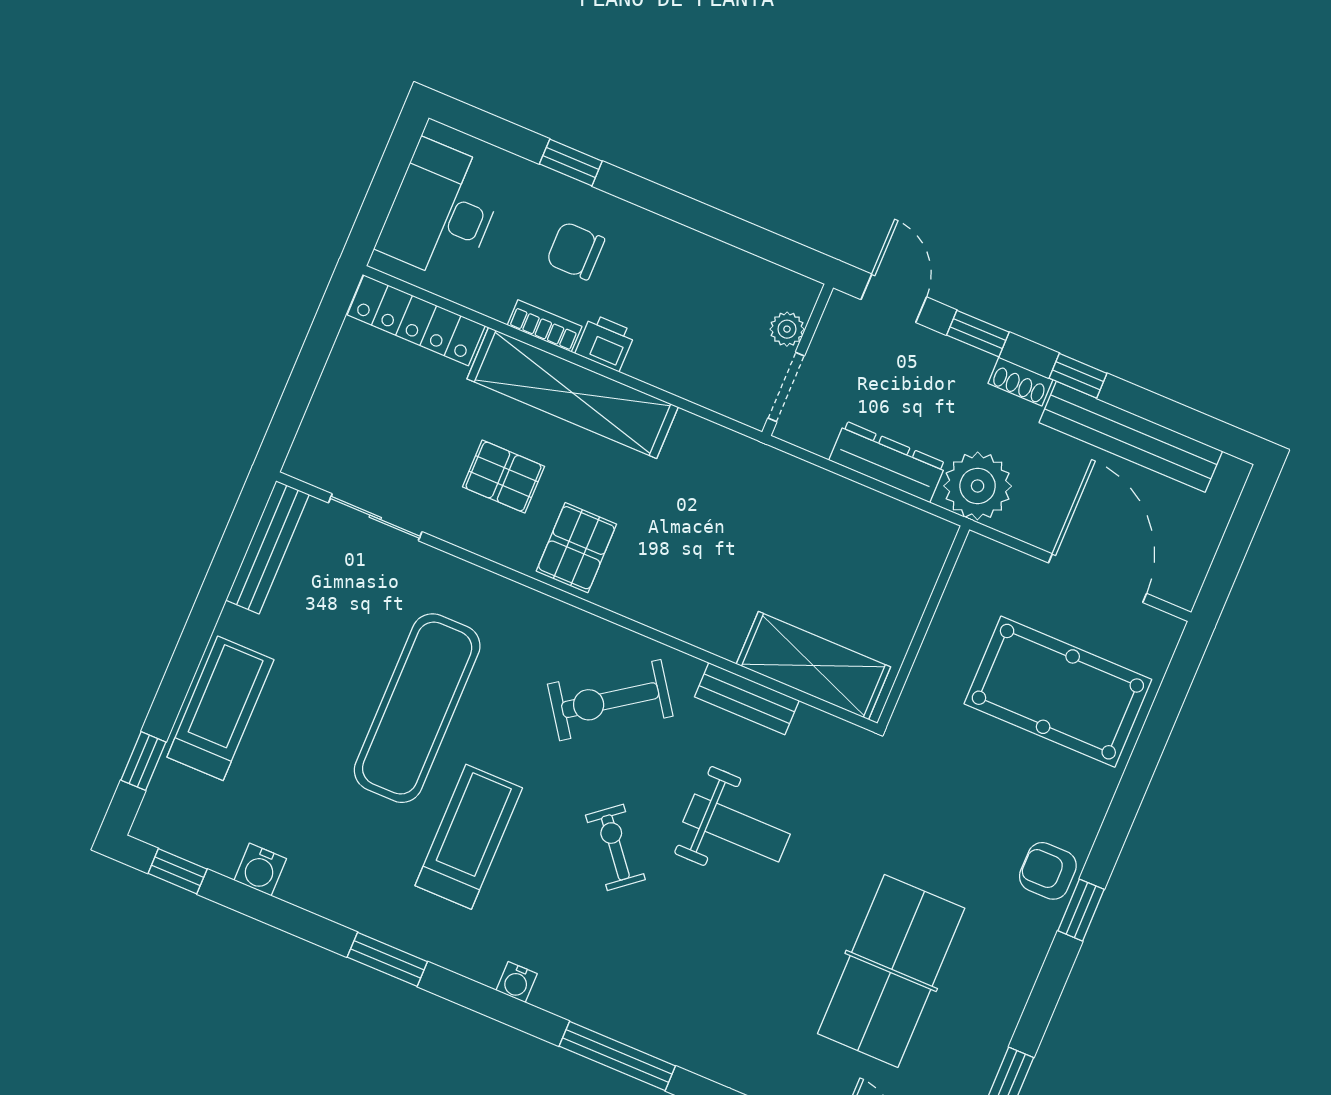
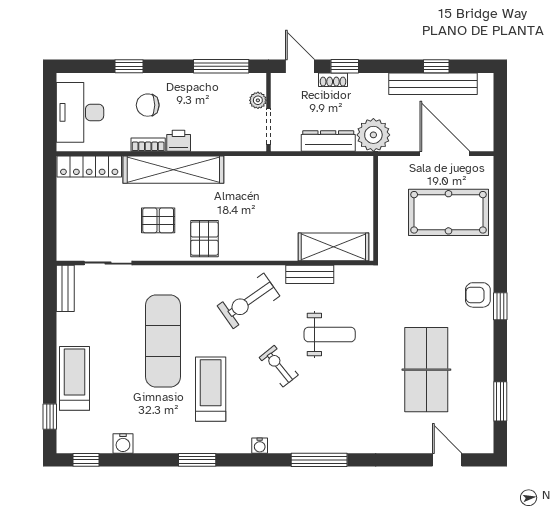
window: (745, 236) -> (221, 66), added
window: (1078, 376) -> (436, 66), moved
shoe rack: (1020, 382) -> (333, 80), moved
bench: (268, 547) -> (65, 288), width x0.73

